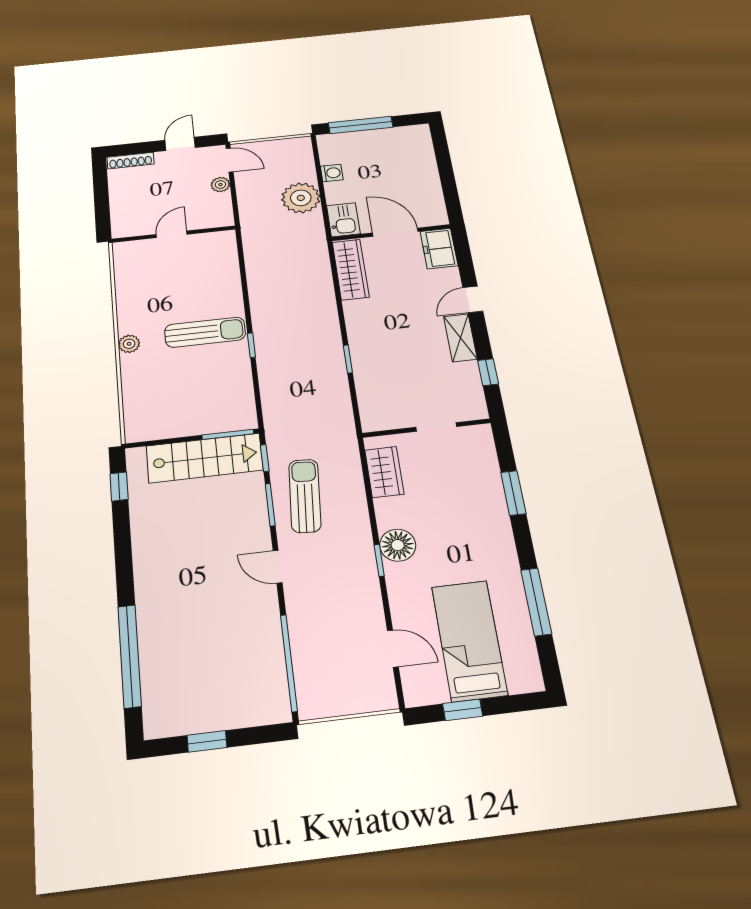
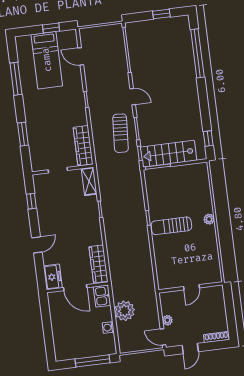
shelving: (460, 338) -> (89, 181), moved
wardrobe: (384, 472) -> (83, 146), width x1.50
floor lamp: (398, 545) -> (78, 107), removed

